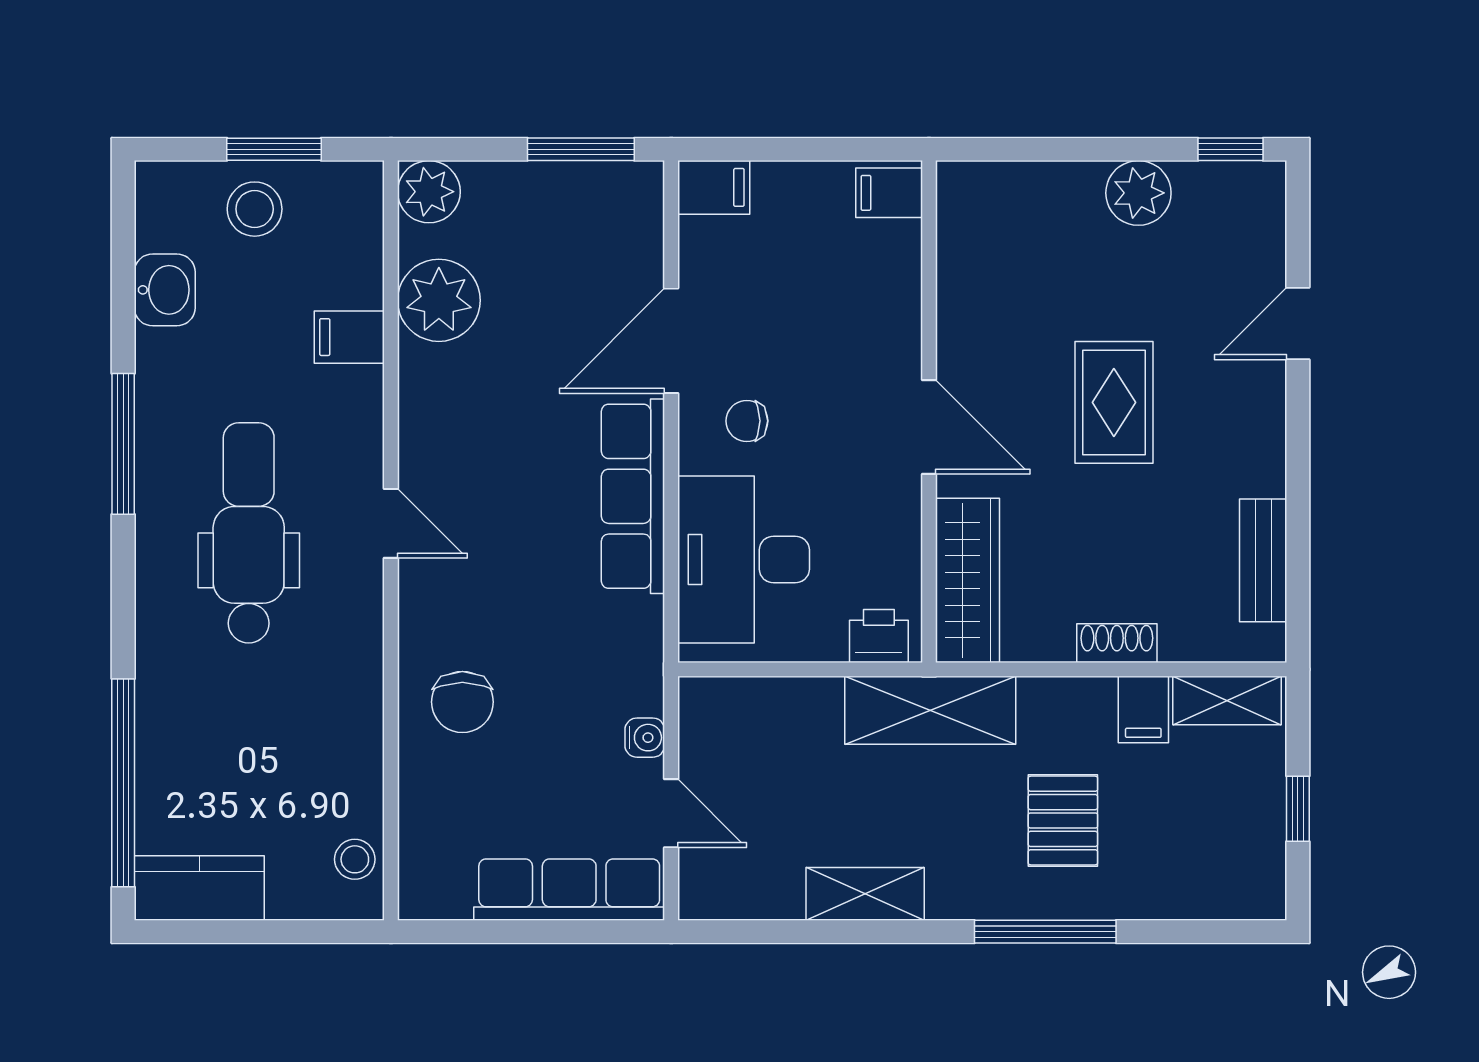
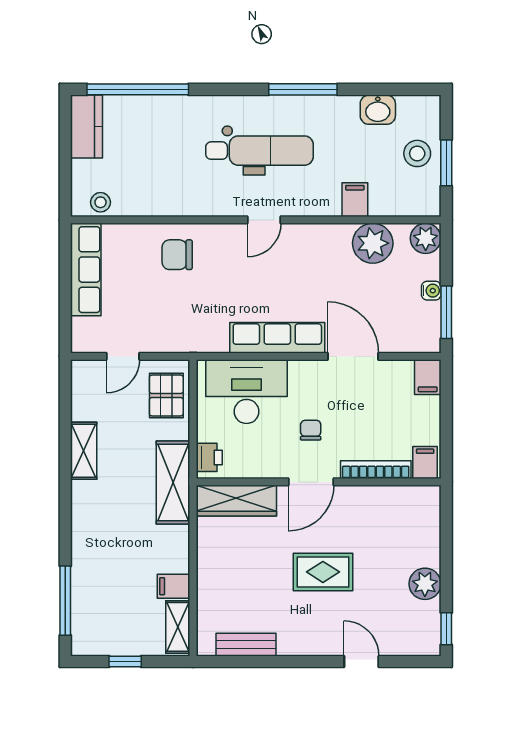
bookcase: (904, 294) -> (376, 470), added
chair: (747, 421) -> (311, 430), moved
shoe rack: (1117, 643) -> (206, 573), removed
water cooler: (645, 738) -> (431, 291), moved, turned -90
pallet: (1063, 821) -> (166, 395), moved, turned 90
row of seats: (569, 890) -> (86, 270), moved
window: (1045, 932) -> (65, 601), moved

